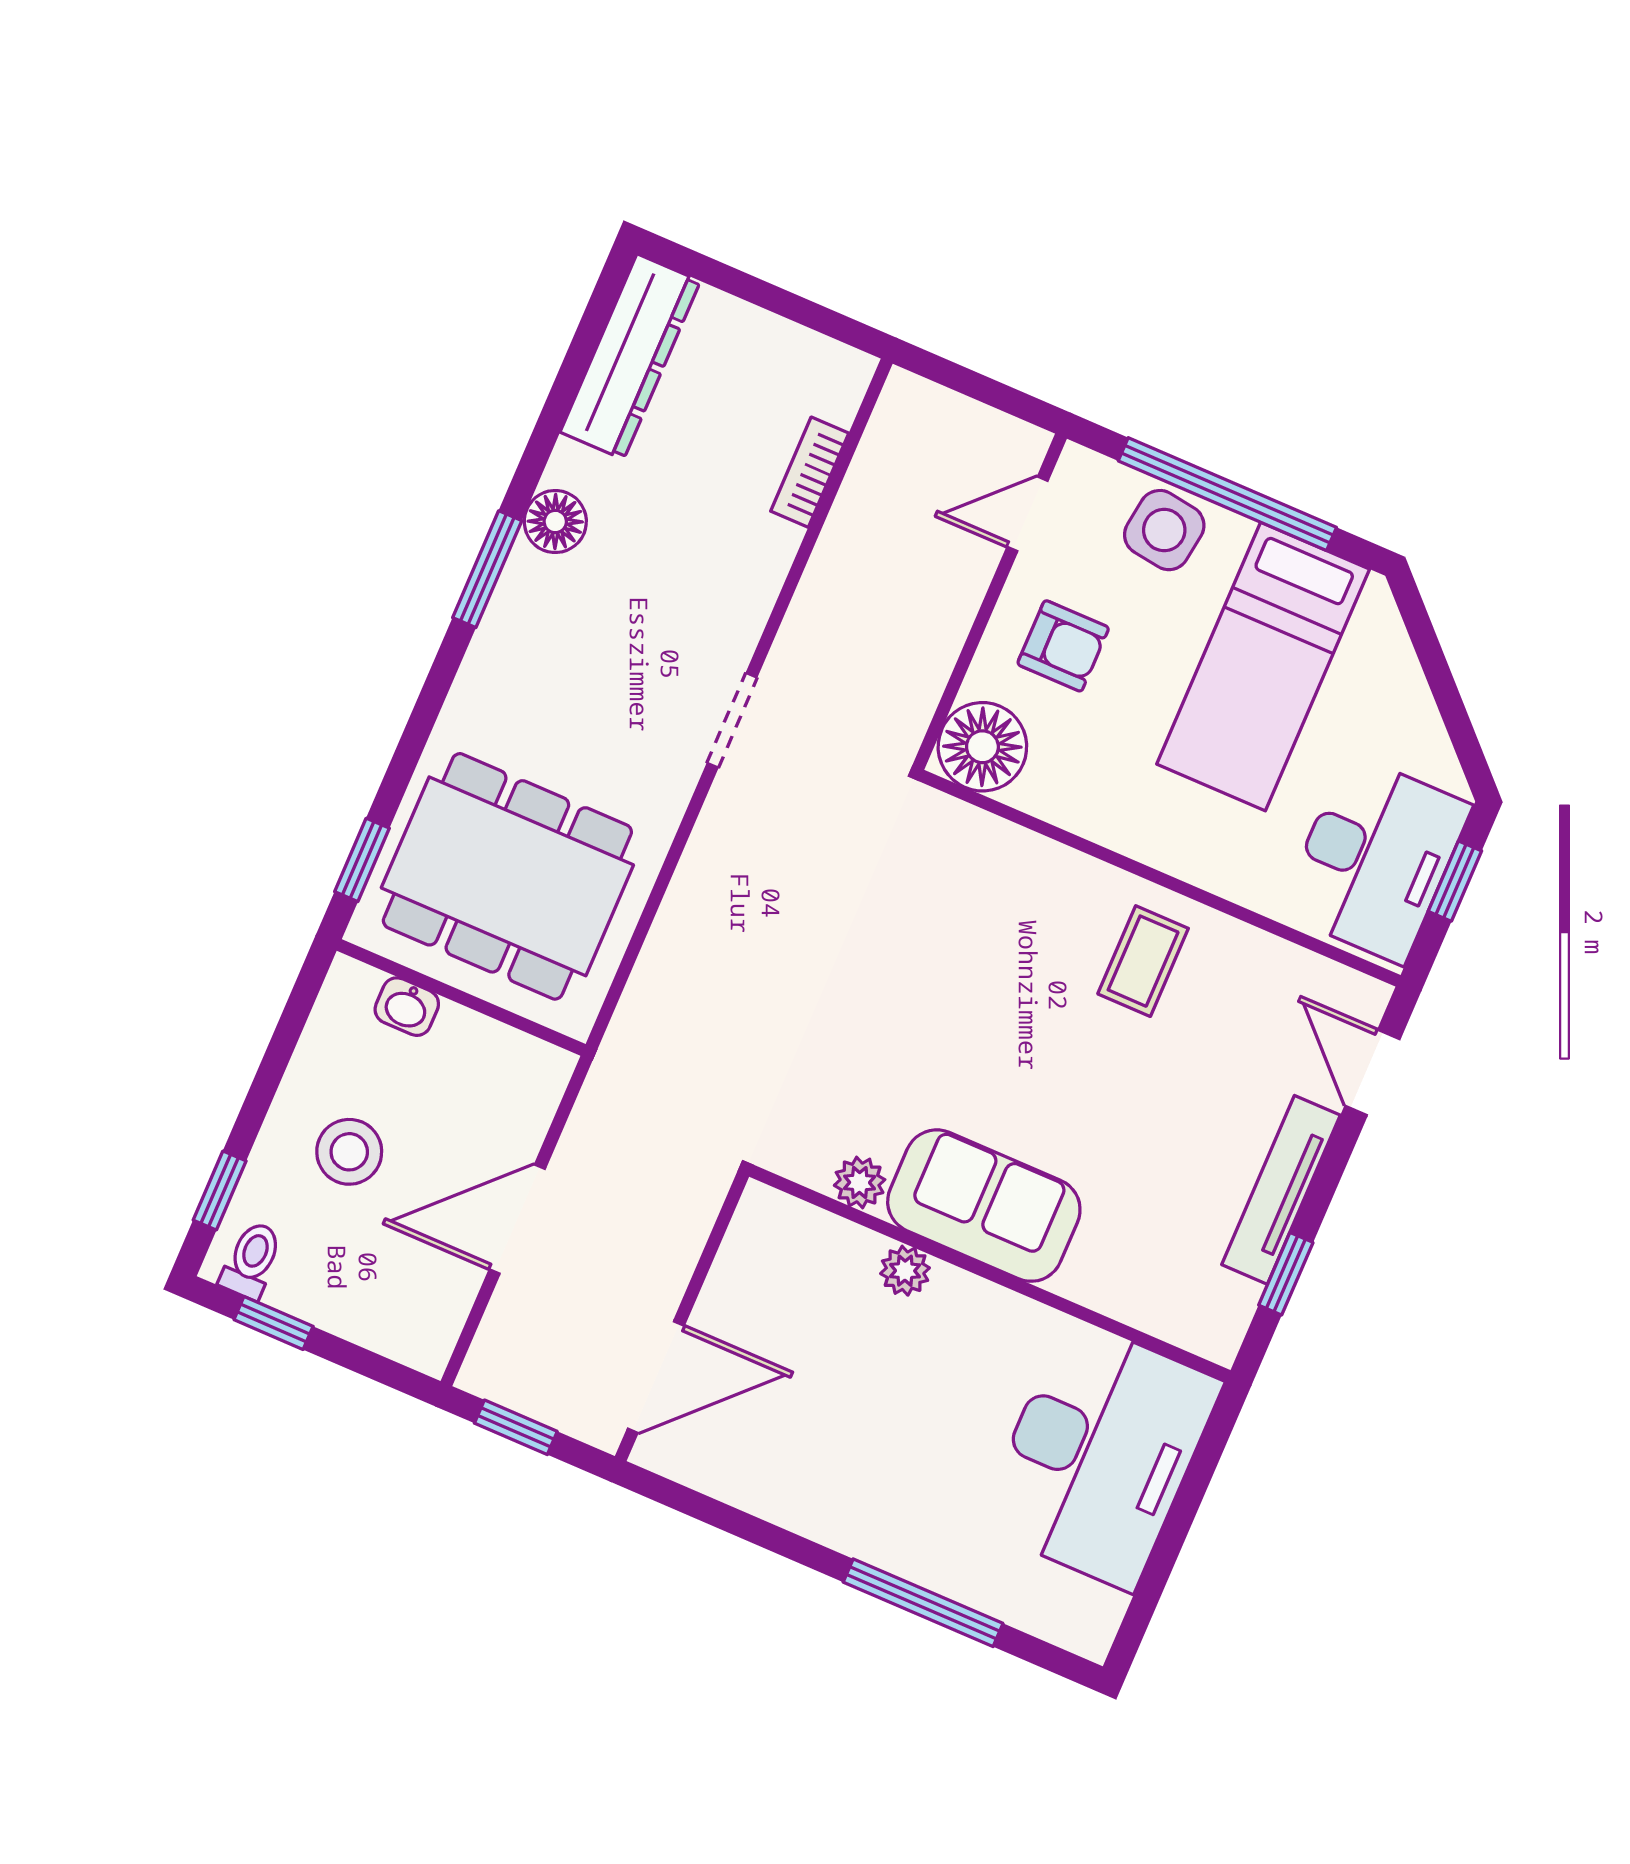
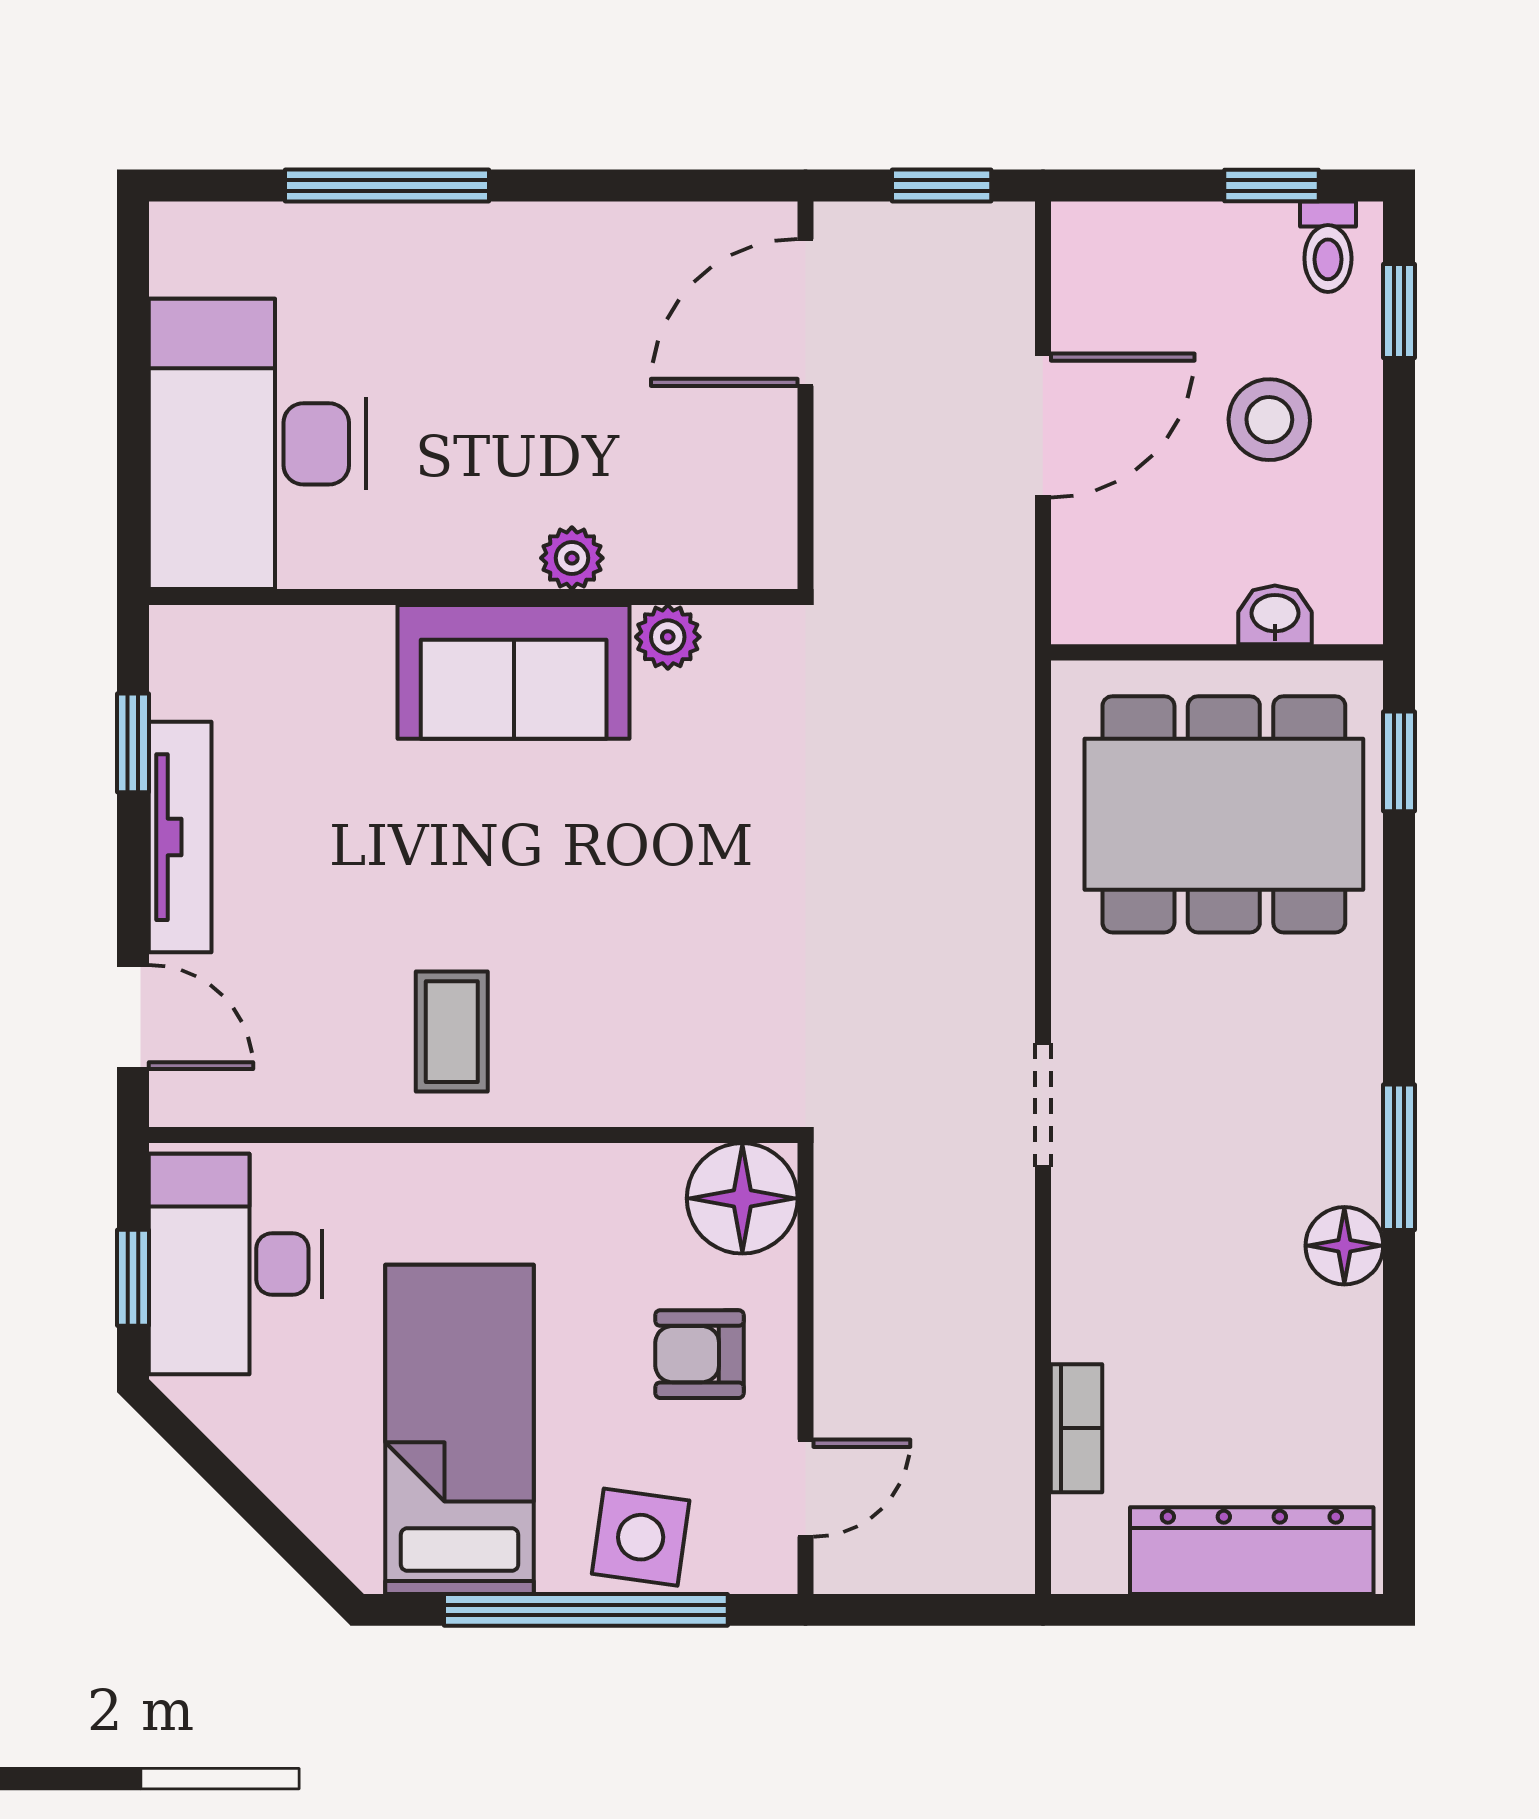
dresser: (630, 357) -> (1252, 1551), moved, turned 90

